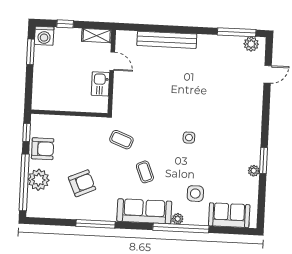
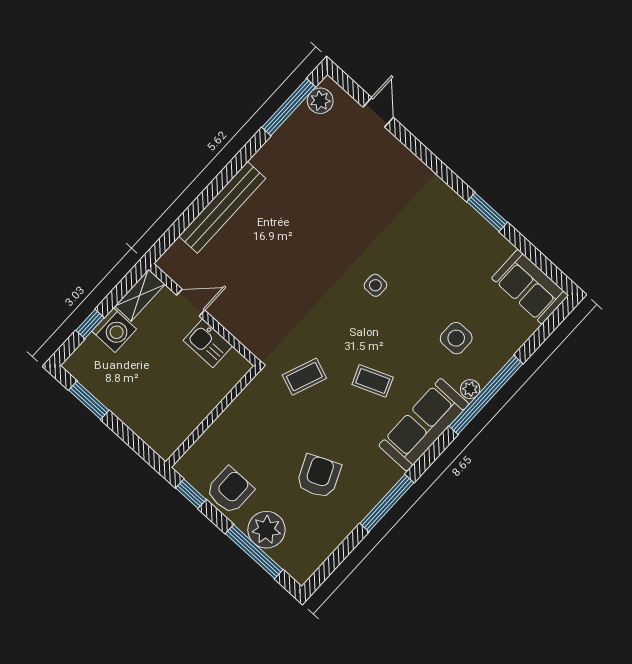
washing machine: (44, 36) -> (114, 330), moved
plant: (254, 171) -> (490, 236), removed
window: (24, 182) -> (254, 552), width x0.68
sofa: (229, 215) -> (530, 287), moved, turned -90

